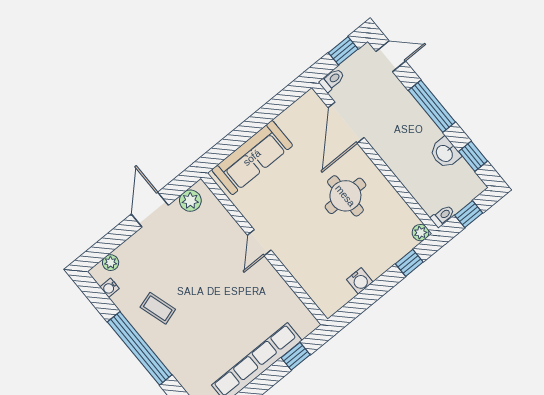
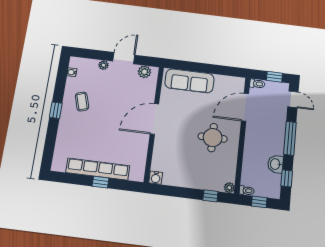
door: (259, 243) -> (154, 119), width x1.87
plant: (111, 263) -> (103, 65), moved
water cooler: (360, 281) -> (156, 178), moved
window: (140, 348) -> (56, 110), width x0.32
window: (296, 356) -> (101, 182), moved

